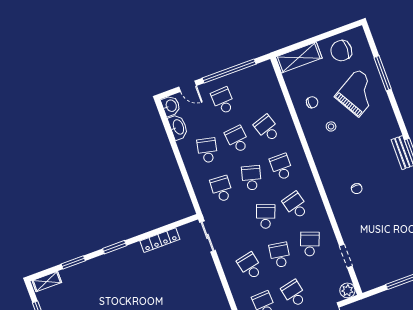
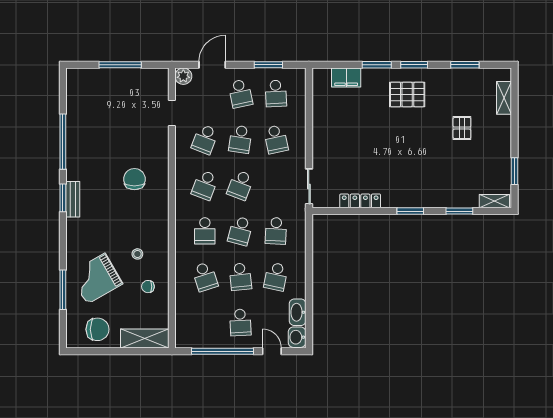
chair: (357, 189) -> (134, 179), width x1.87, depth x1.87
school desk: (296, 205) -> (205, 185), turned 36

